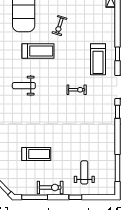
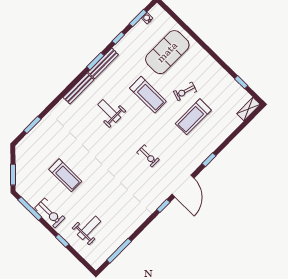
treadmill: (98, 59) -> (193, 117), moved

